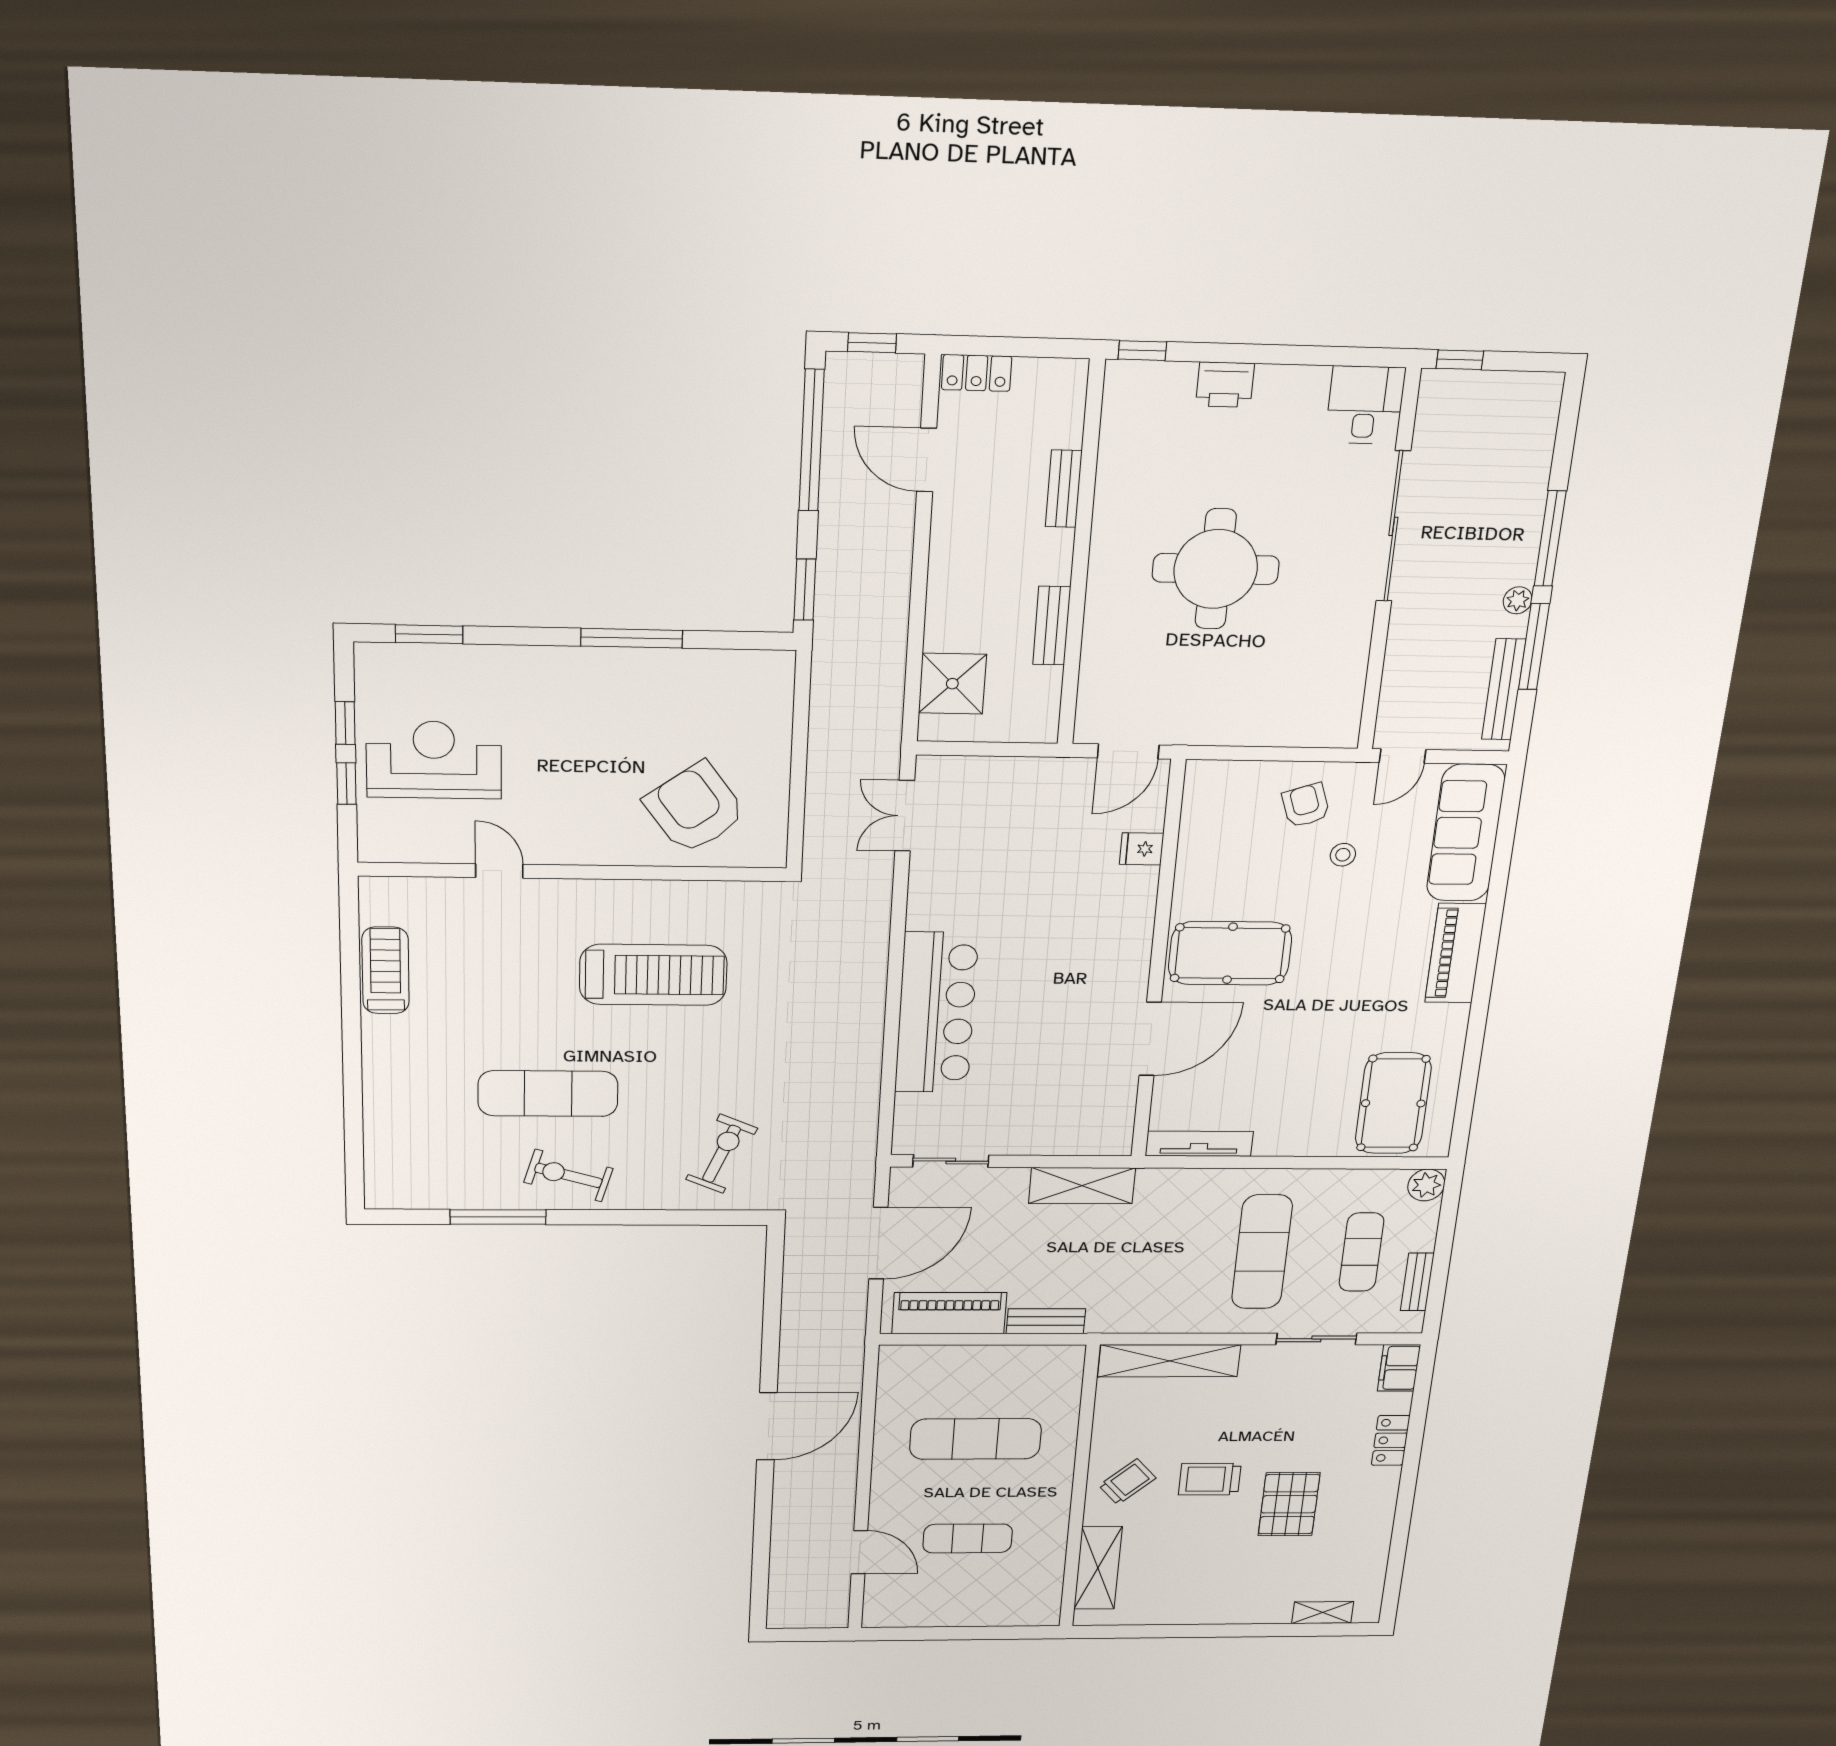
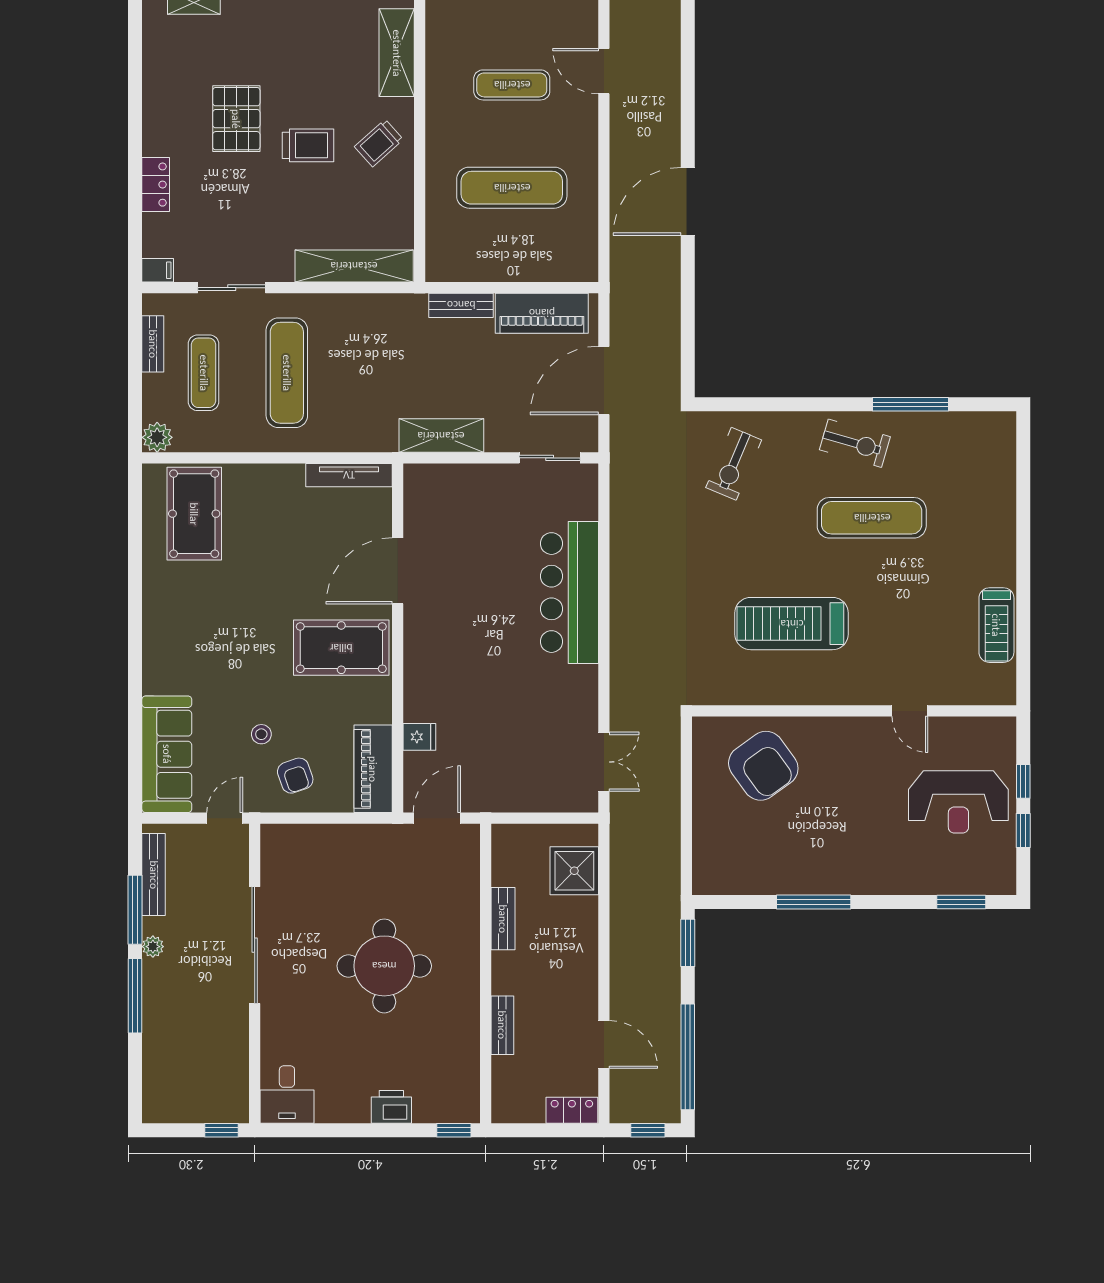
sliding door: (1393, 526) -> (255, 945), moved
piano: (1455, 953) -> (373, 769), moved, turned 180
filing cabinet: (1399, 1368) -> (158, 270), width x0.50

